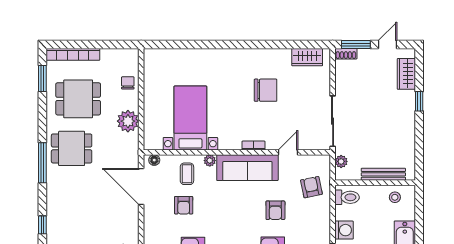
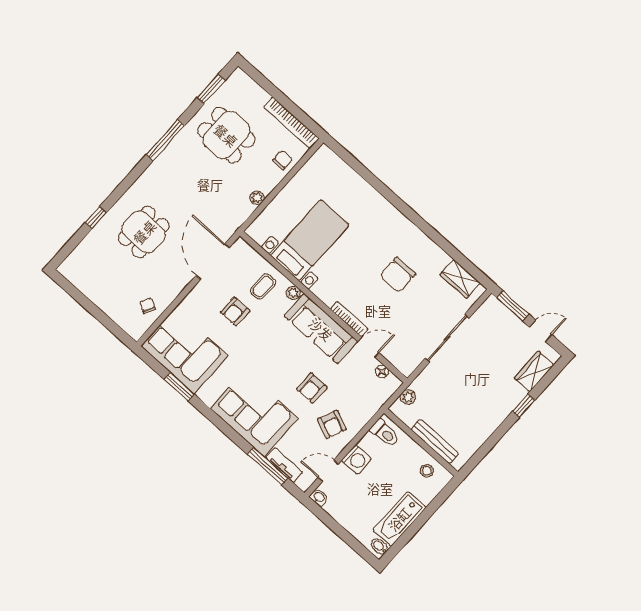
bookcase: (73, 54) -> (291, 123), moved
shoe rack: (346, 54) -> (497, 306), removed
chair: (266, 90) -> (398, 275), turned 90
plant: (128, 121) -> (257, 198), width x0.53, depth x0.53
sliding door: (333, 121) -> (447, 338), moved
bookcase: (253, 146) -> (349, 319), width x1.56
dining table: (72, 148) -> (144, 232), moved, turned 90
floor lamp: (154, 160) -> (382, 371), moved
window: (42, 163) -> (165, 140), moved
armchair: (311, 187) -> (332, 424), moved, turned 125

